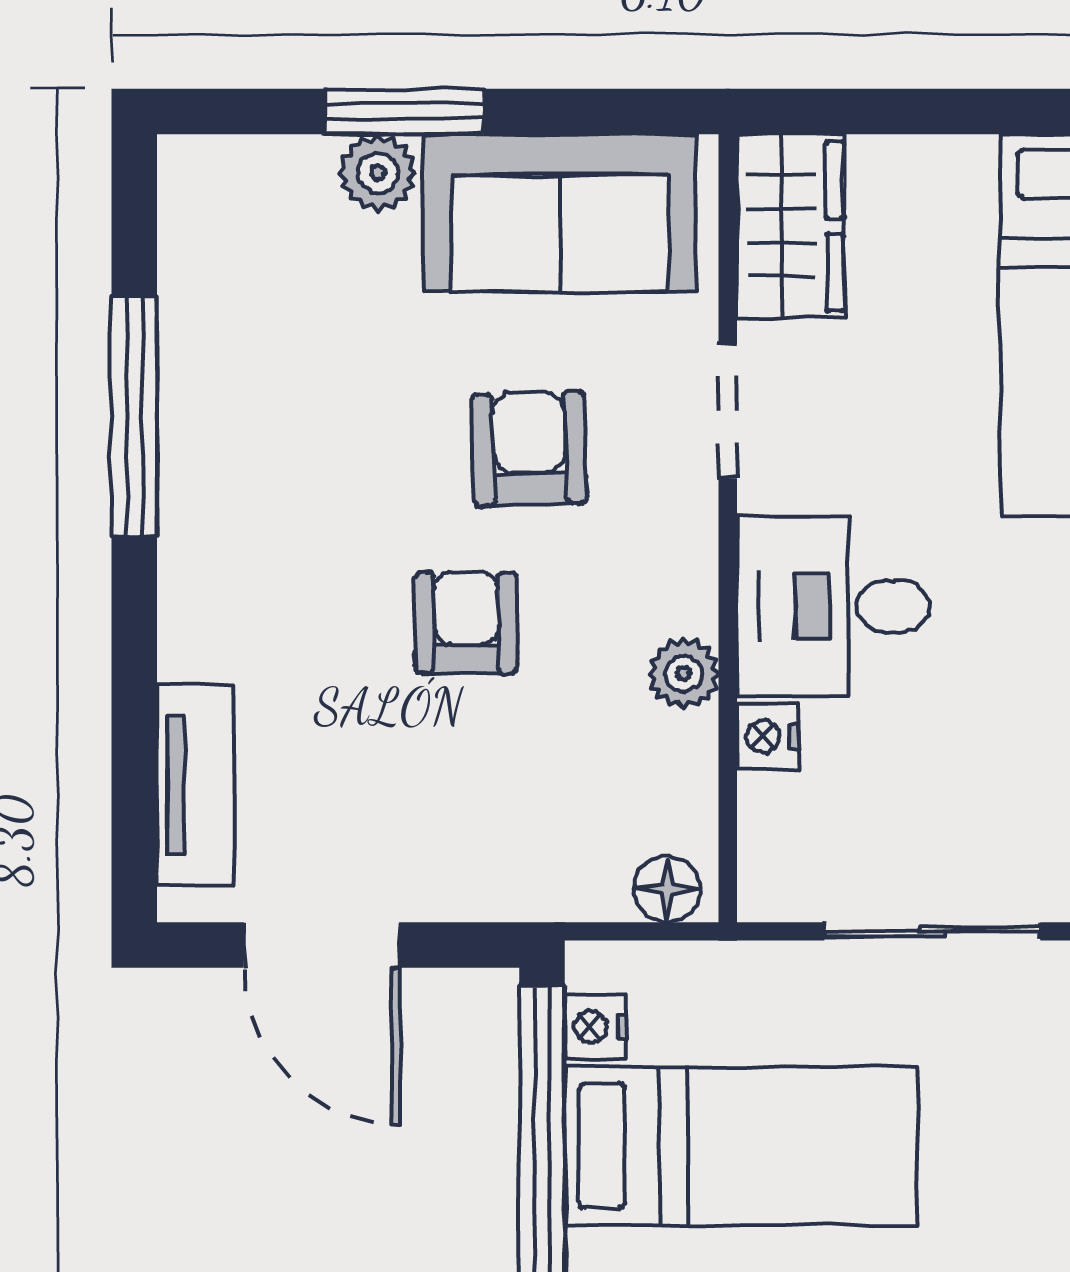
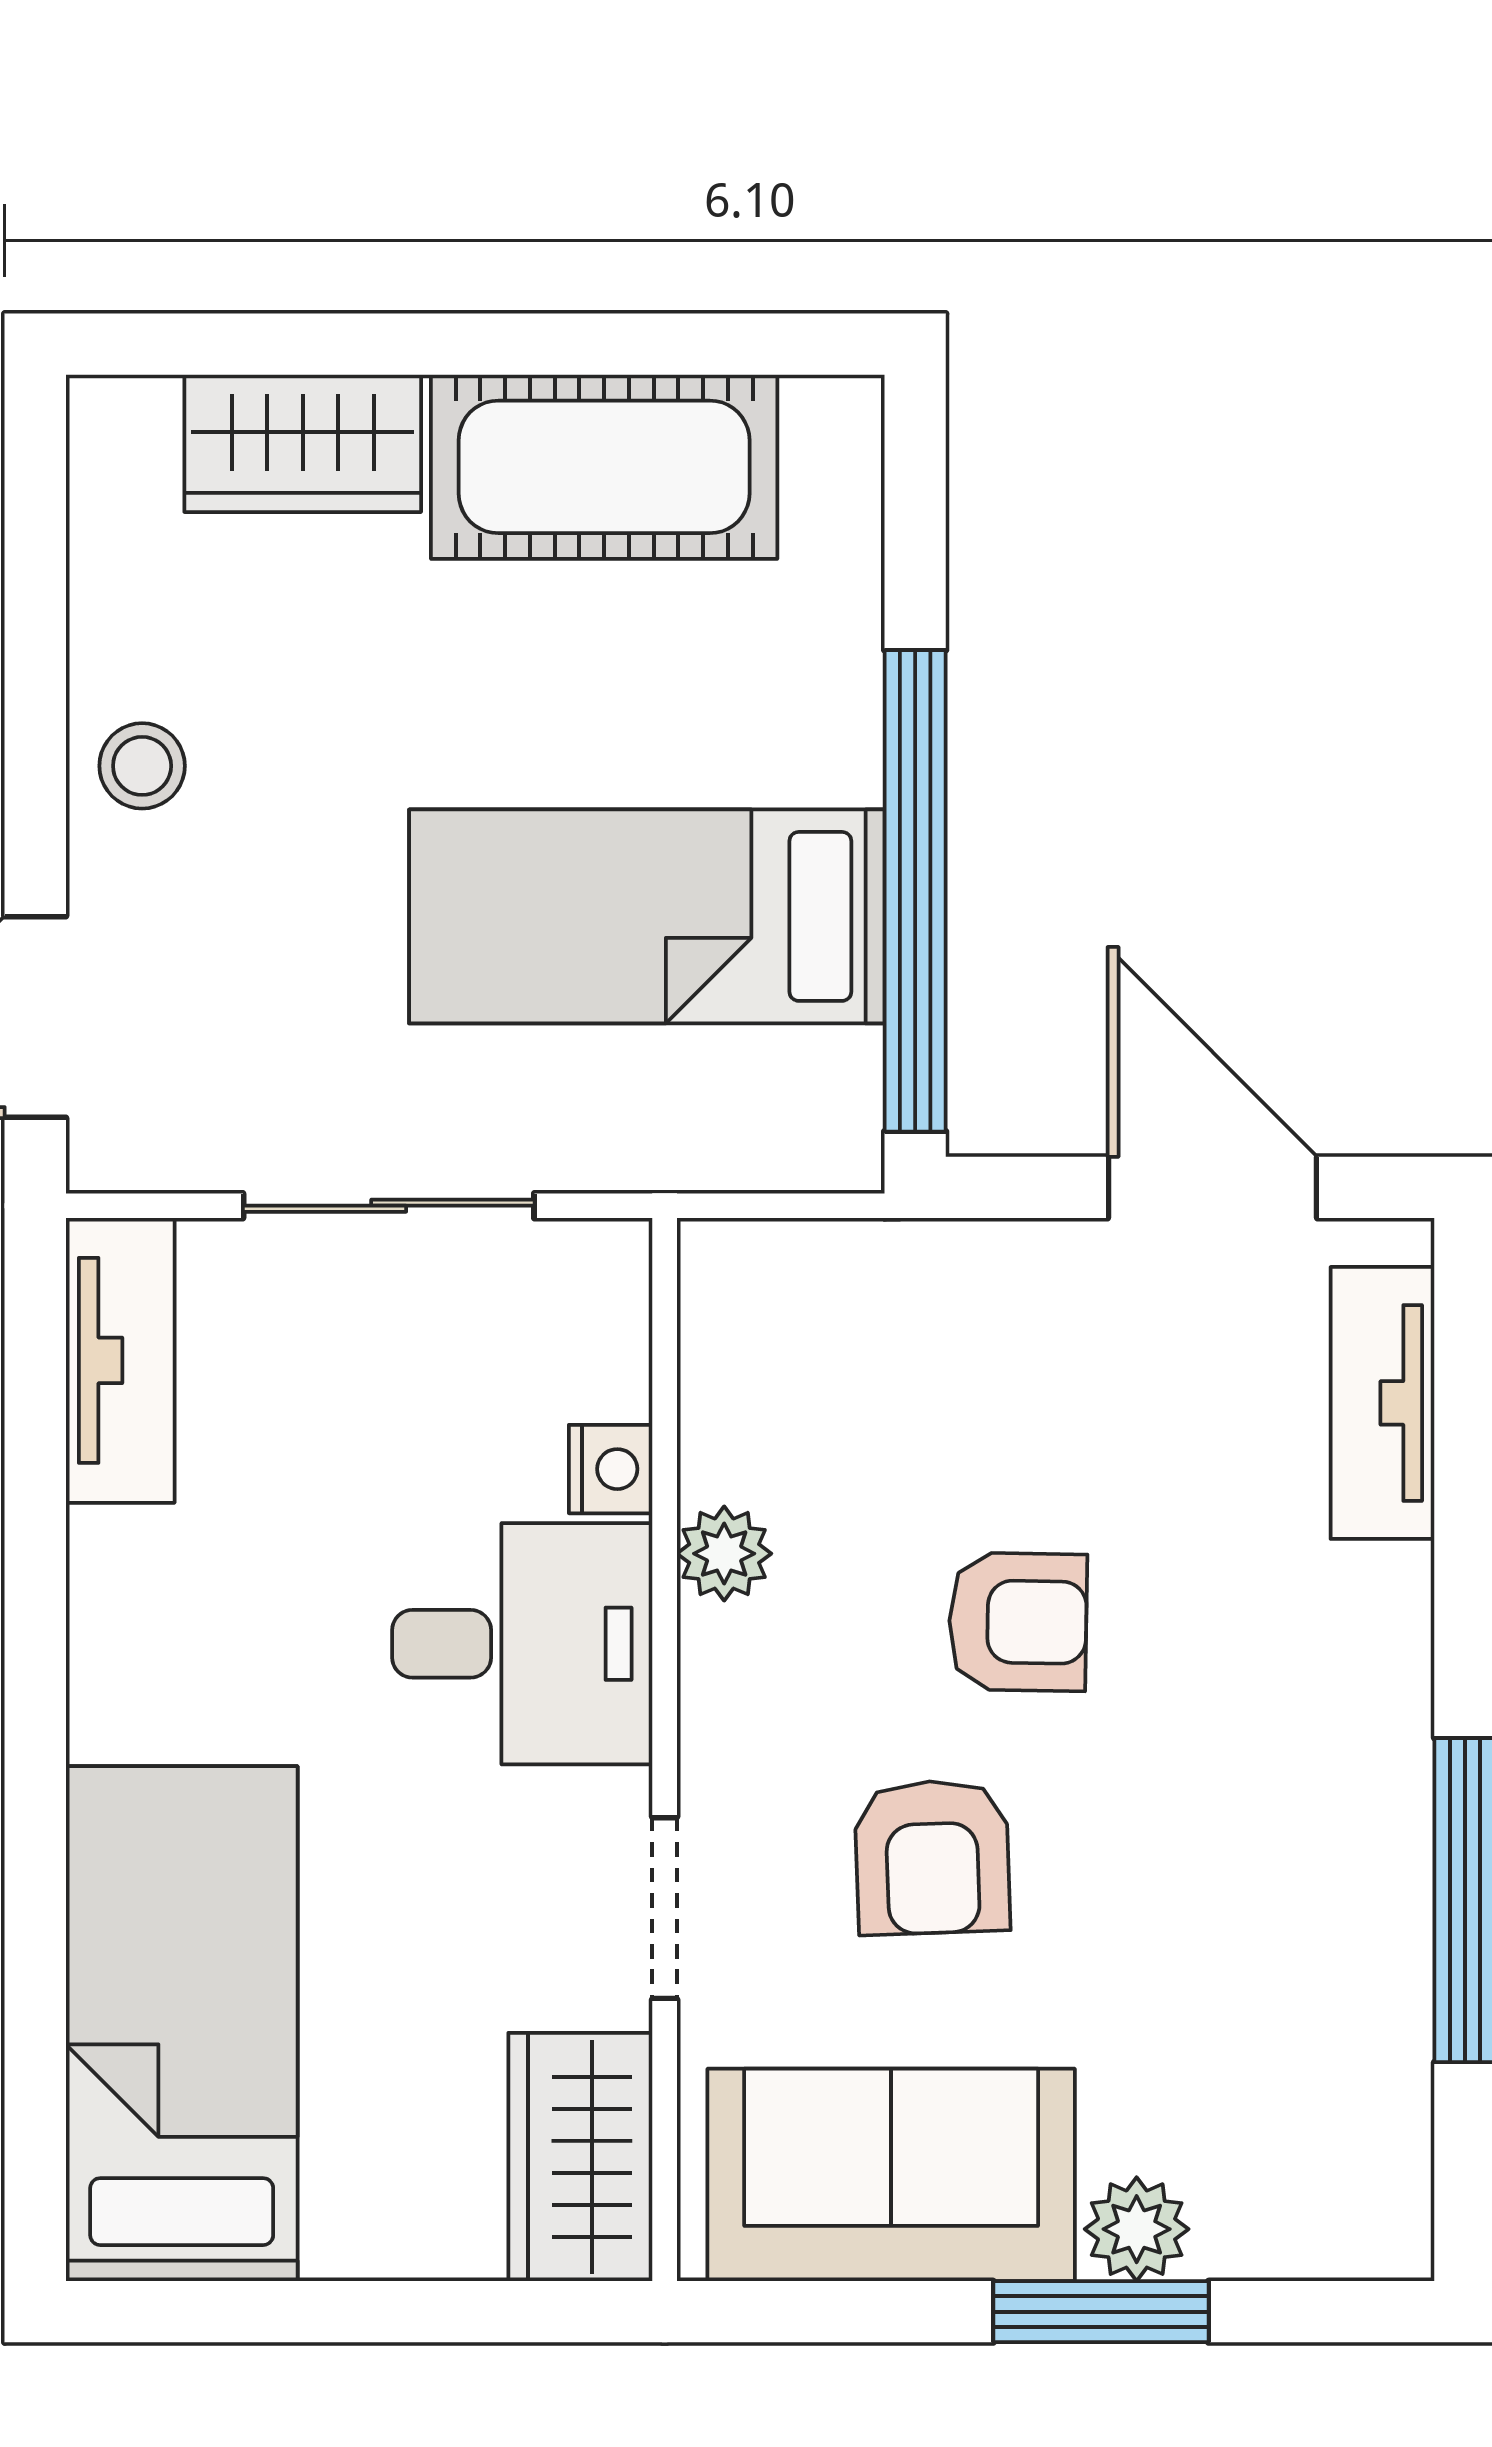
armchair: (466, 623) -> (1018, 1622), turned -89
floor lamp: (667, 889) -> (746, 1263), removed
nightstand: (595, 1027) -> (843, 1077), removed

